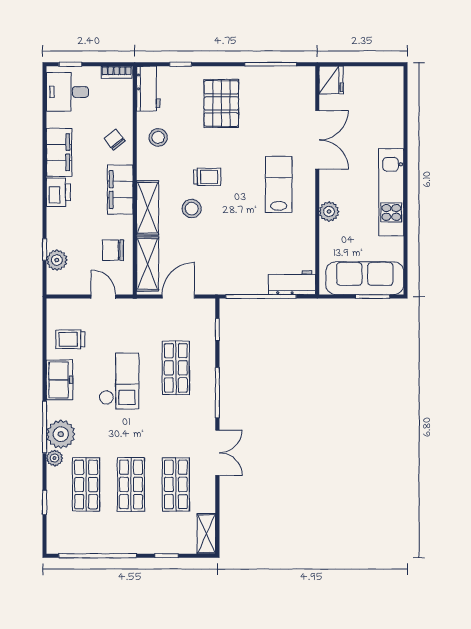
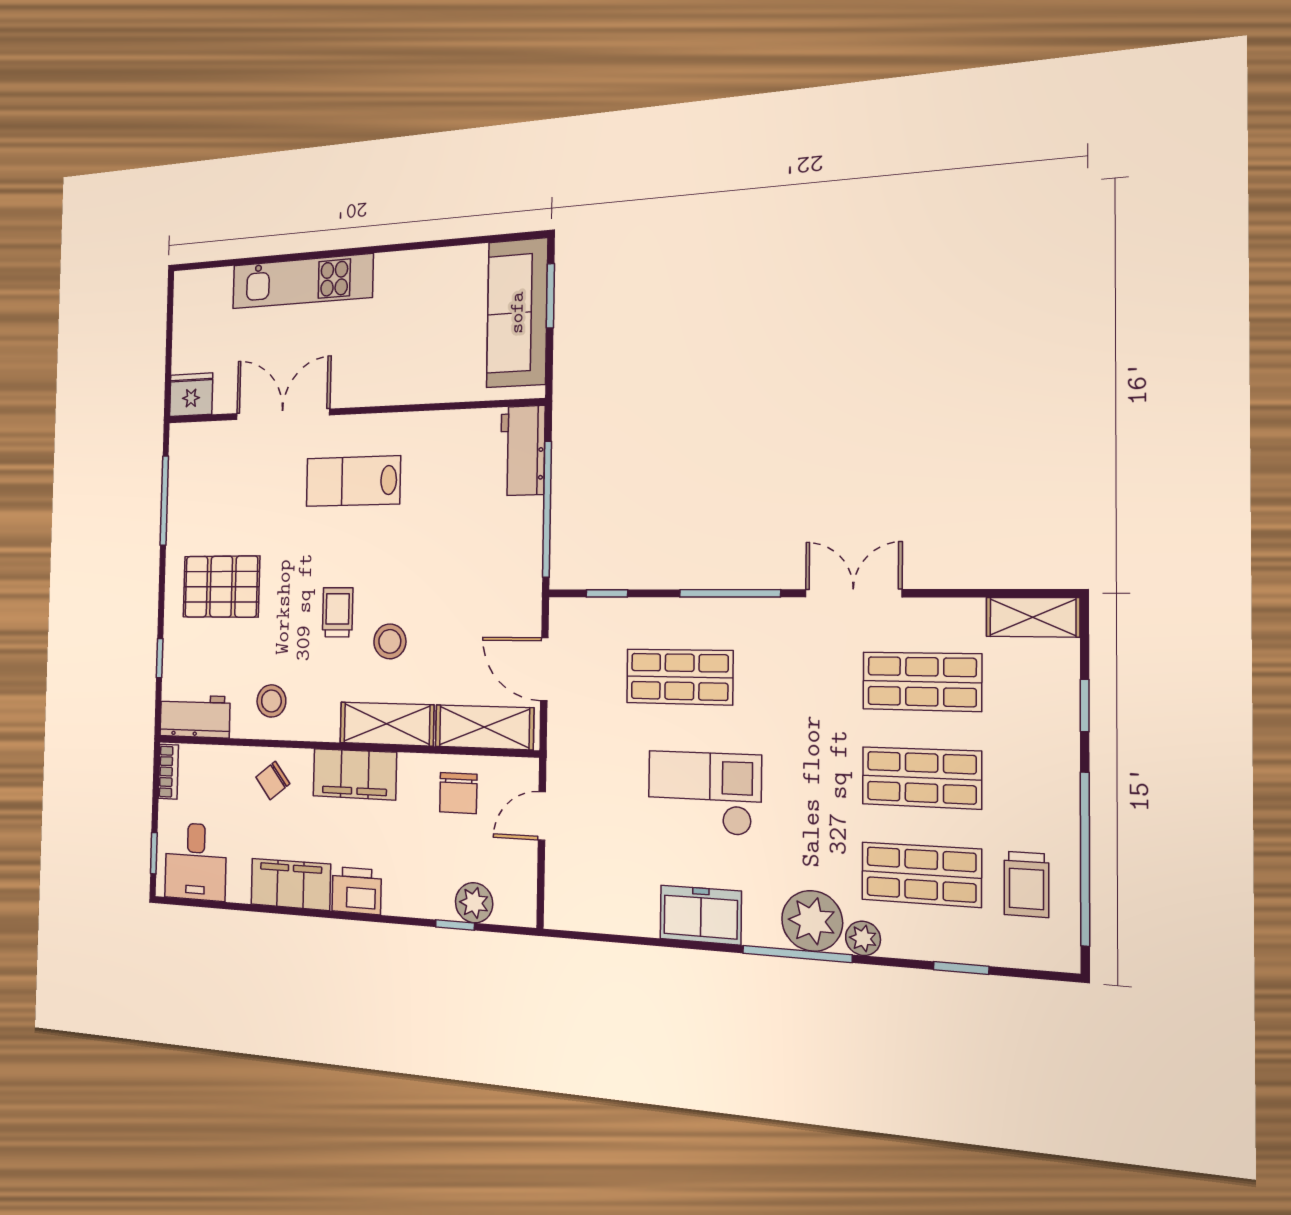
kitchen unit: (391, 192) -> (302, 281), moved
plant: (329, 211) -> (400, 387), removed
trolley: (70, 339) -> (1026, 884), moved

